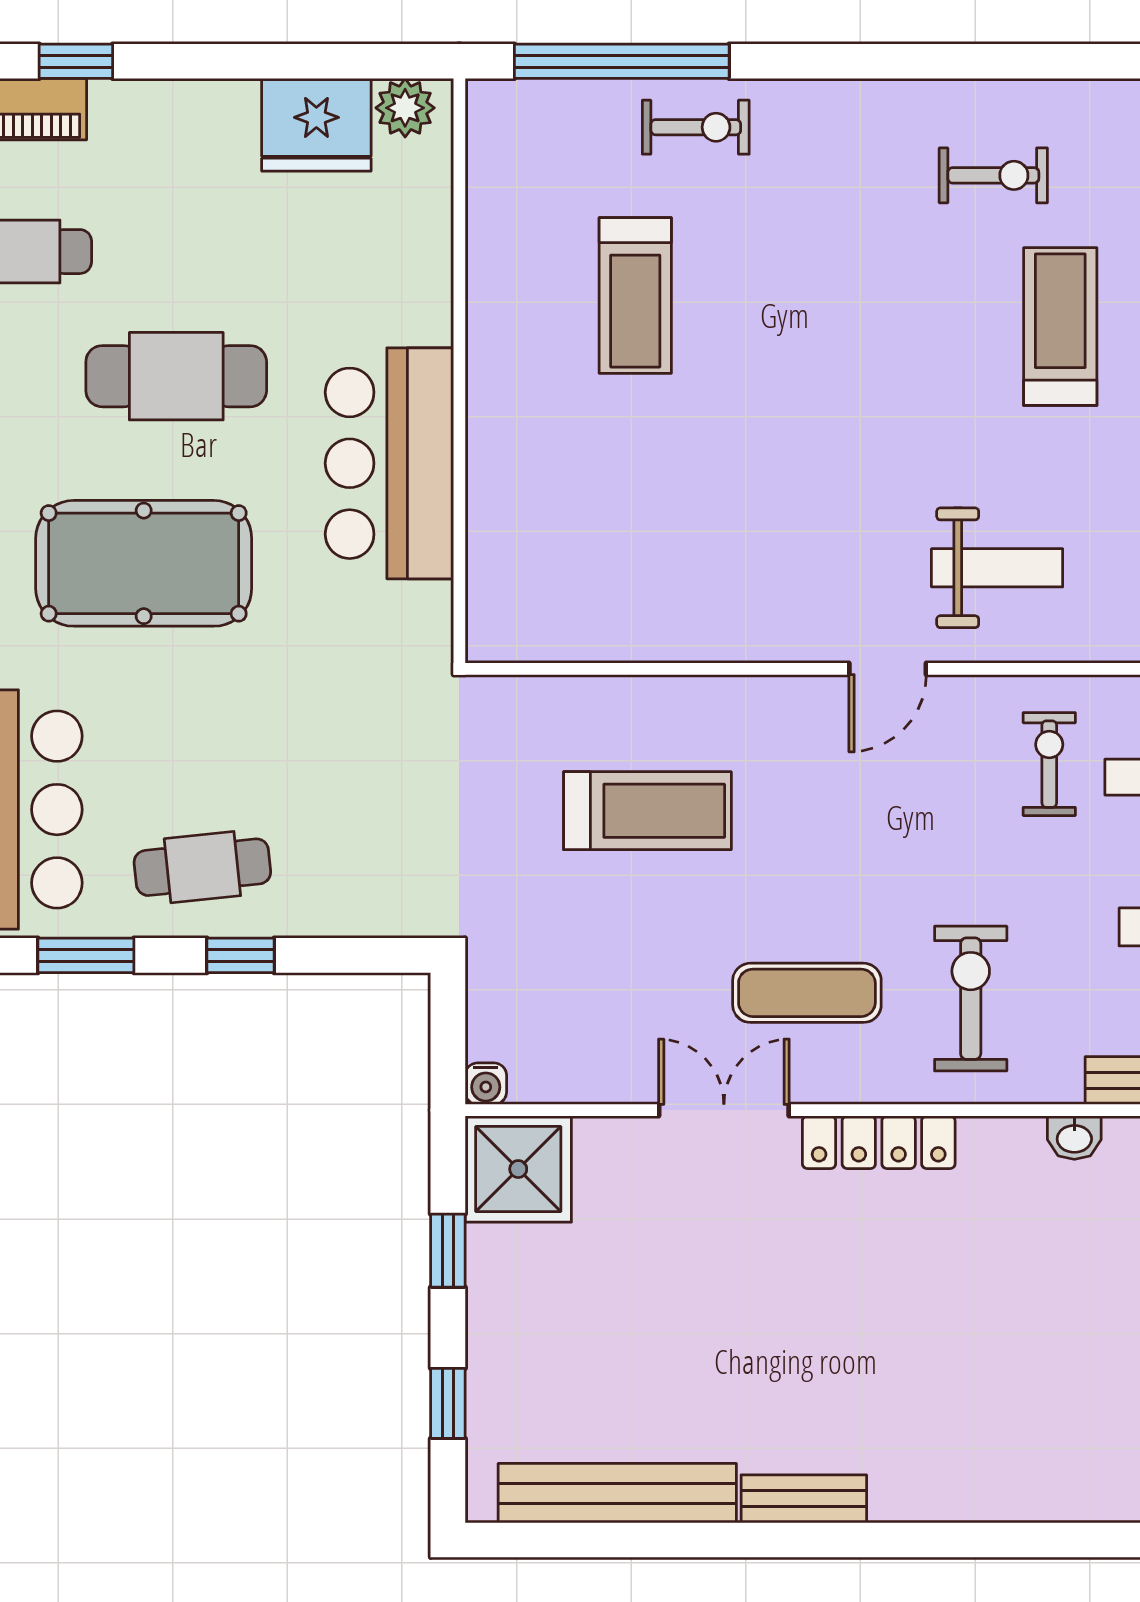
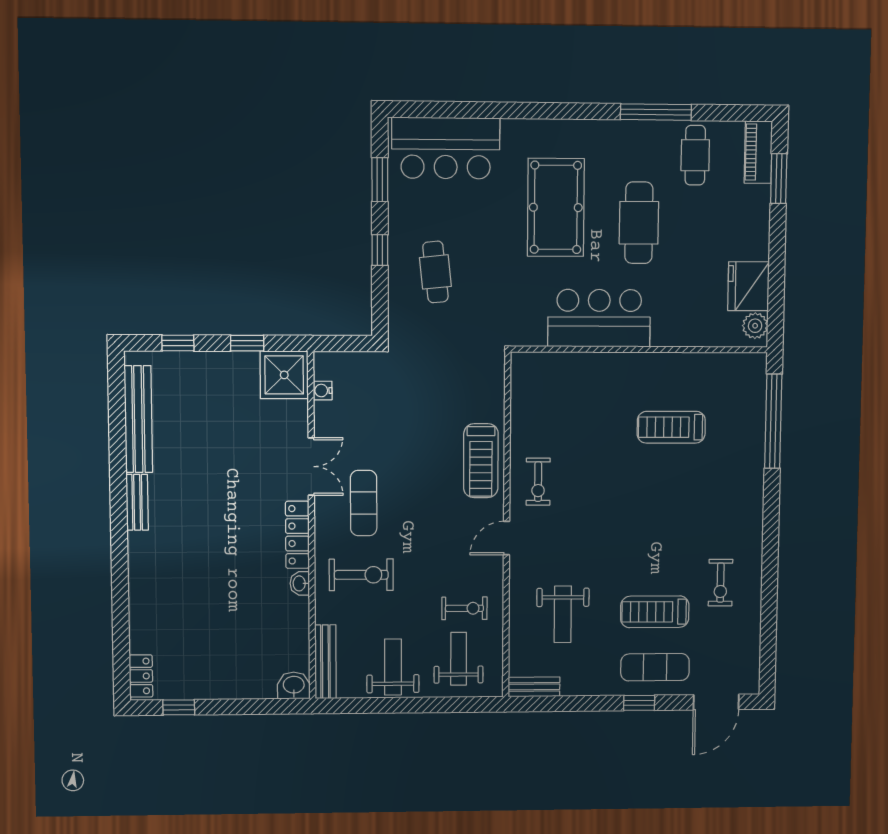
window: (76, 61) -> (779, 179), width x1.50
exercise bike: (696, 127) -> (538, 482), moved
treadmill: (1060, 327) -> (655, 612), turned 180
weight bench: (997, 568) -> (563, 614), moved
door: (888, 669) -> (507, 538), hinge flipped
treadmill: (647, 811) -> (481, 461), moved
cafe table: (202, 867) -> (435, 272), moved
water cooler: (486, 1084) -> (323, 391), moved
washbasin: (1074, 1138) -> (300, 583), moved

